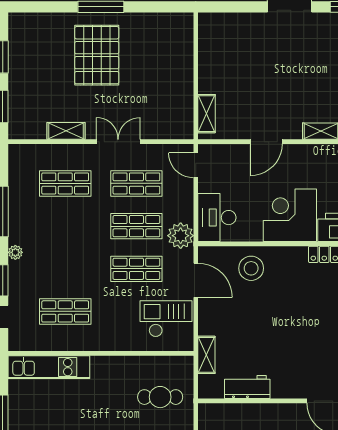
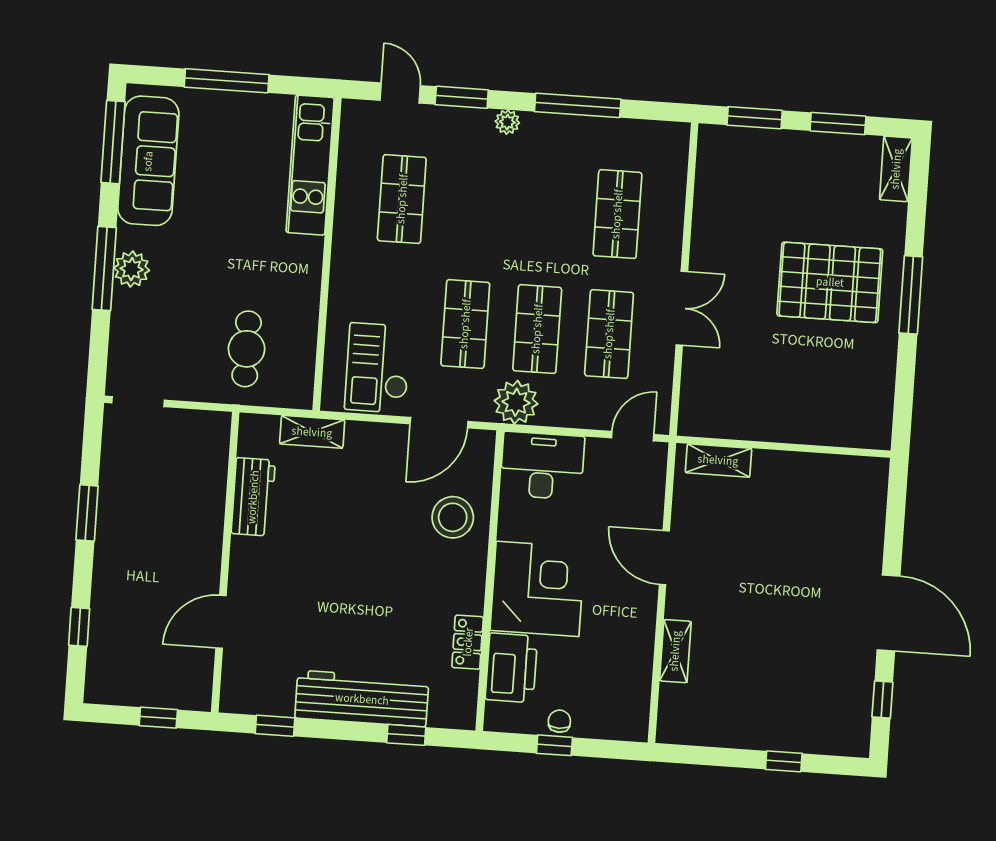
shelving: (66, 131) -> (896, 169), moved
checkout: (166, 319) -> (378, 368), turned 180

